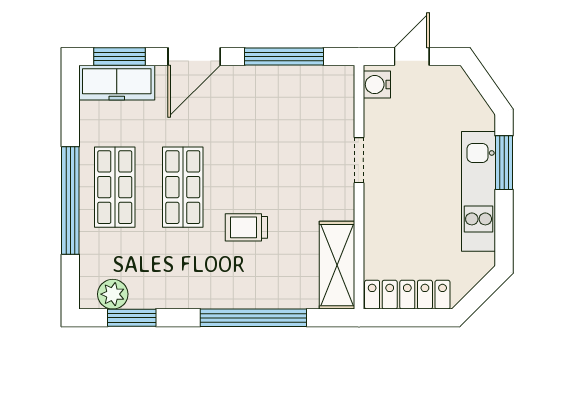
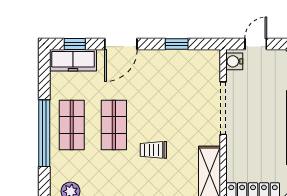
window: (120, 56) -> (75, 44), width x0.67
window: (284, 56) -> (177, 44), width x0.46
doorway: (359, 160) -> (223, 108), width x1.88

